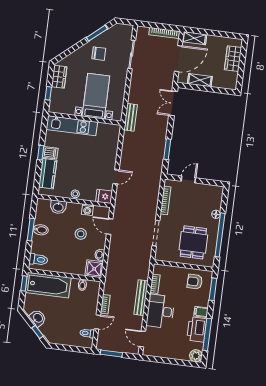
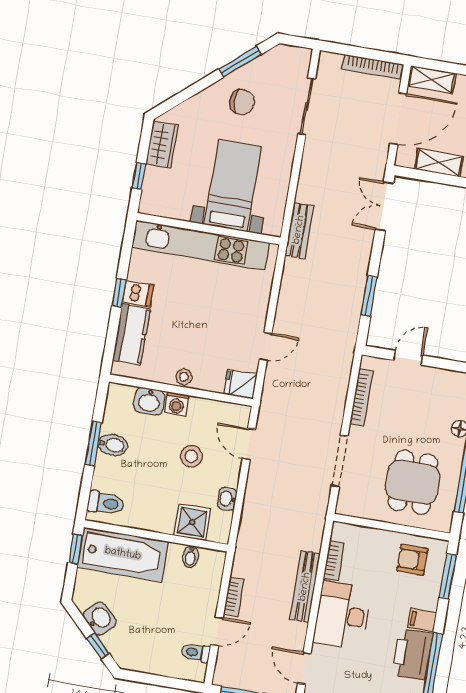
kitchen unit: (72, 126) -> (200, 245), width x1.36
washing machine: (87, 210) -> (177, 404), moved
shower: (94, 269) -> (192, 522), moved

